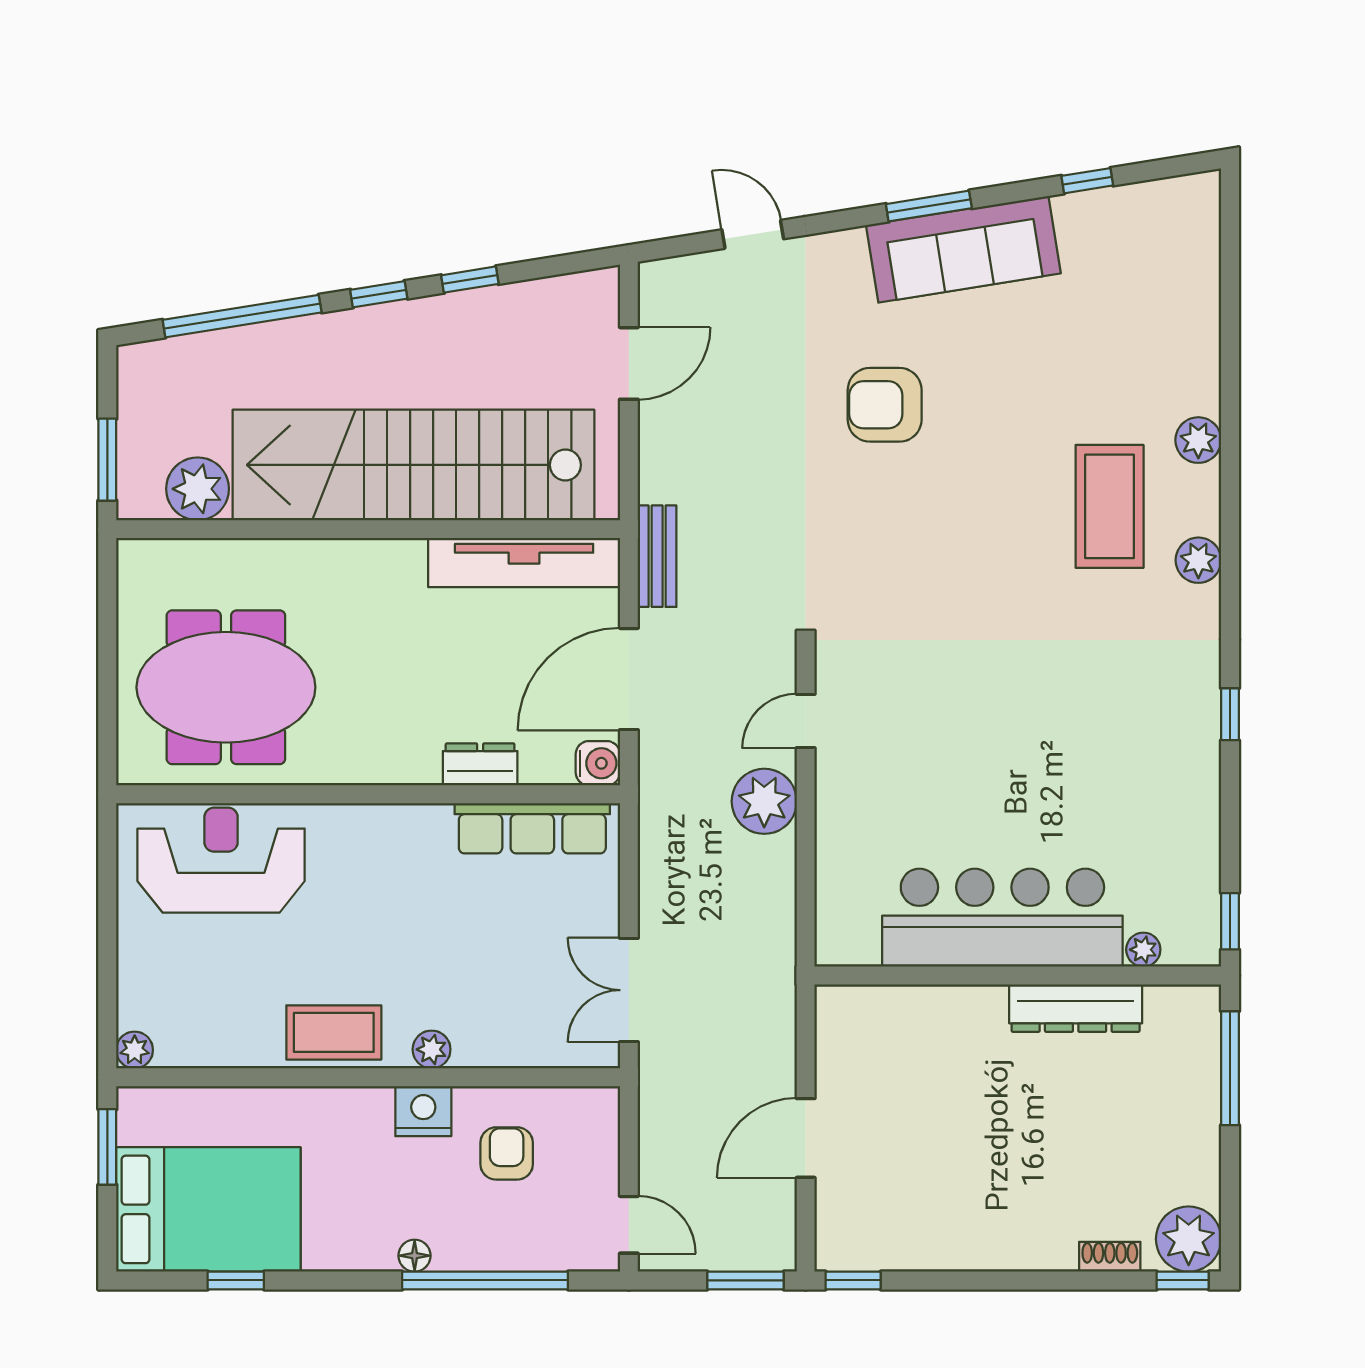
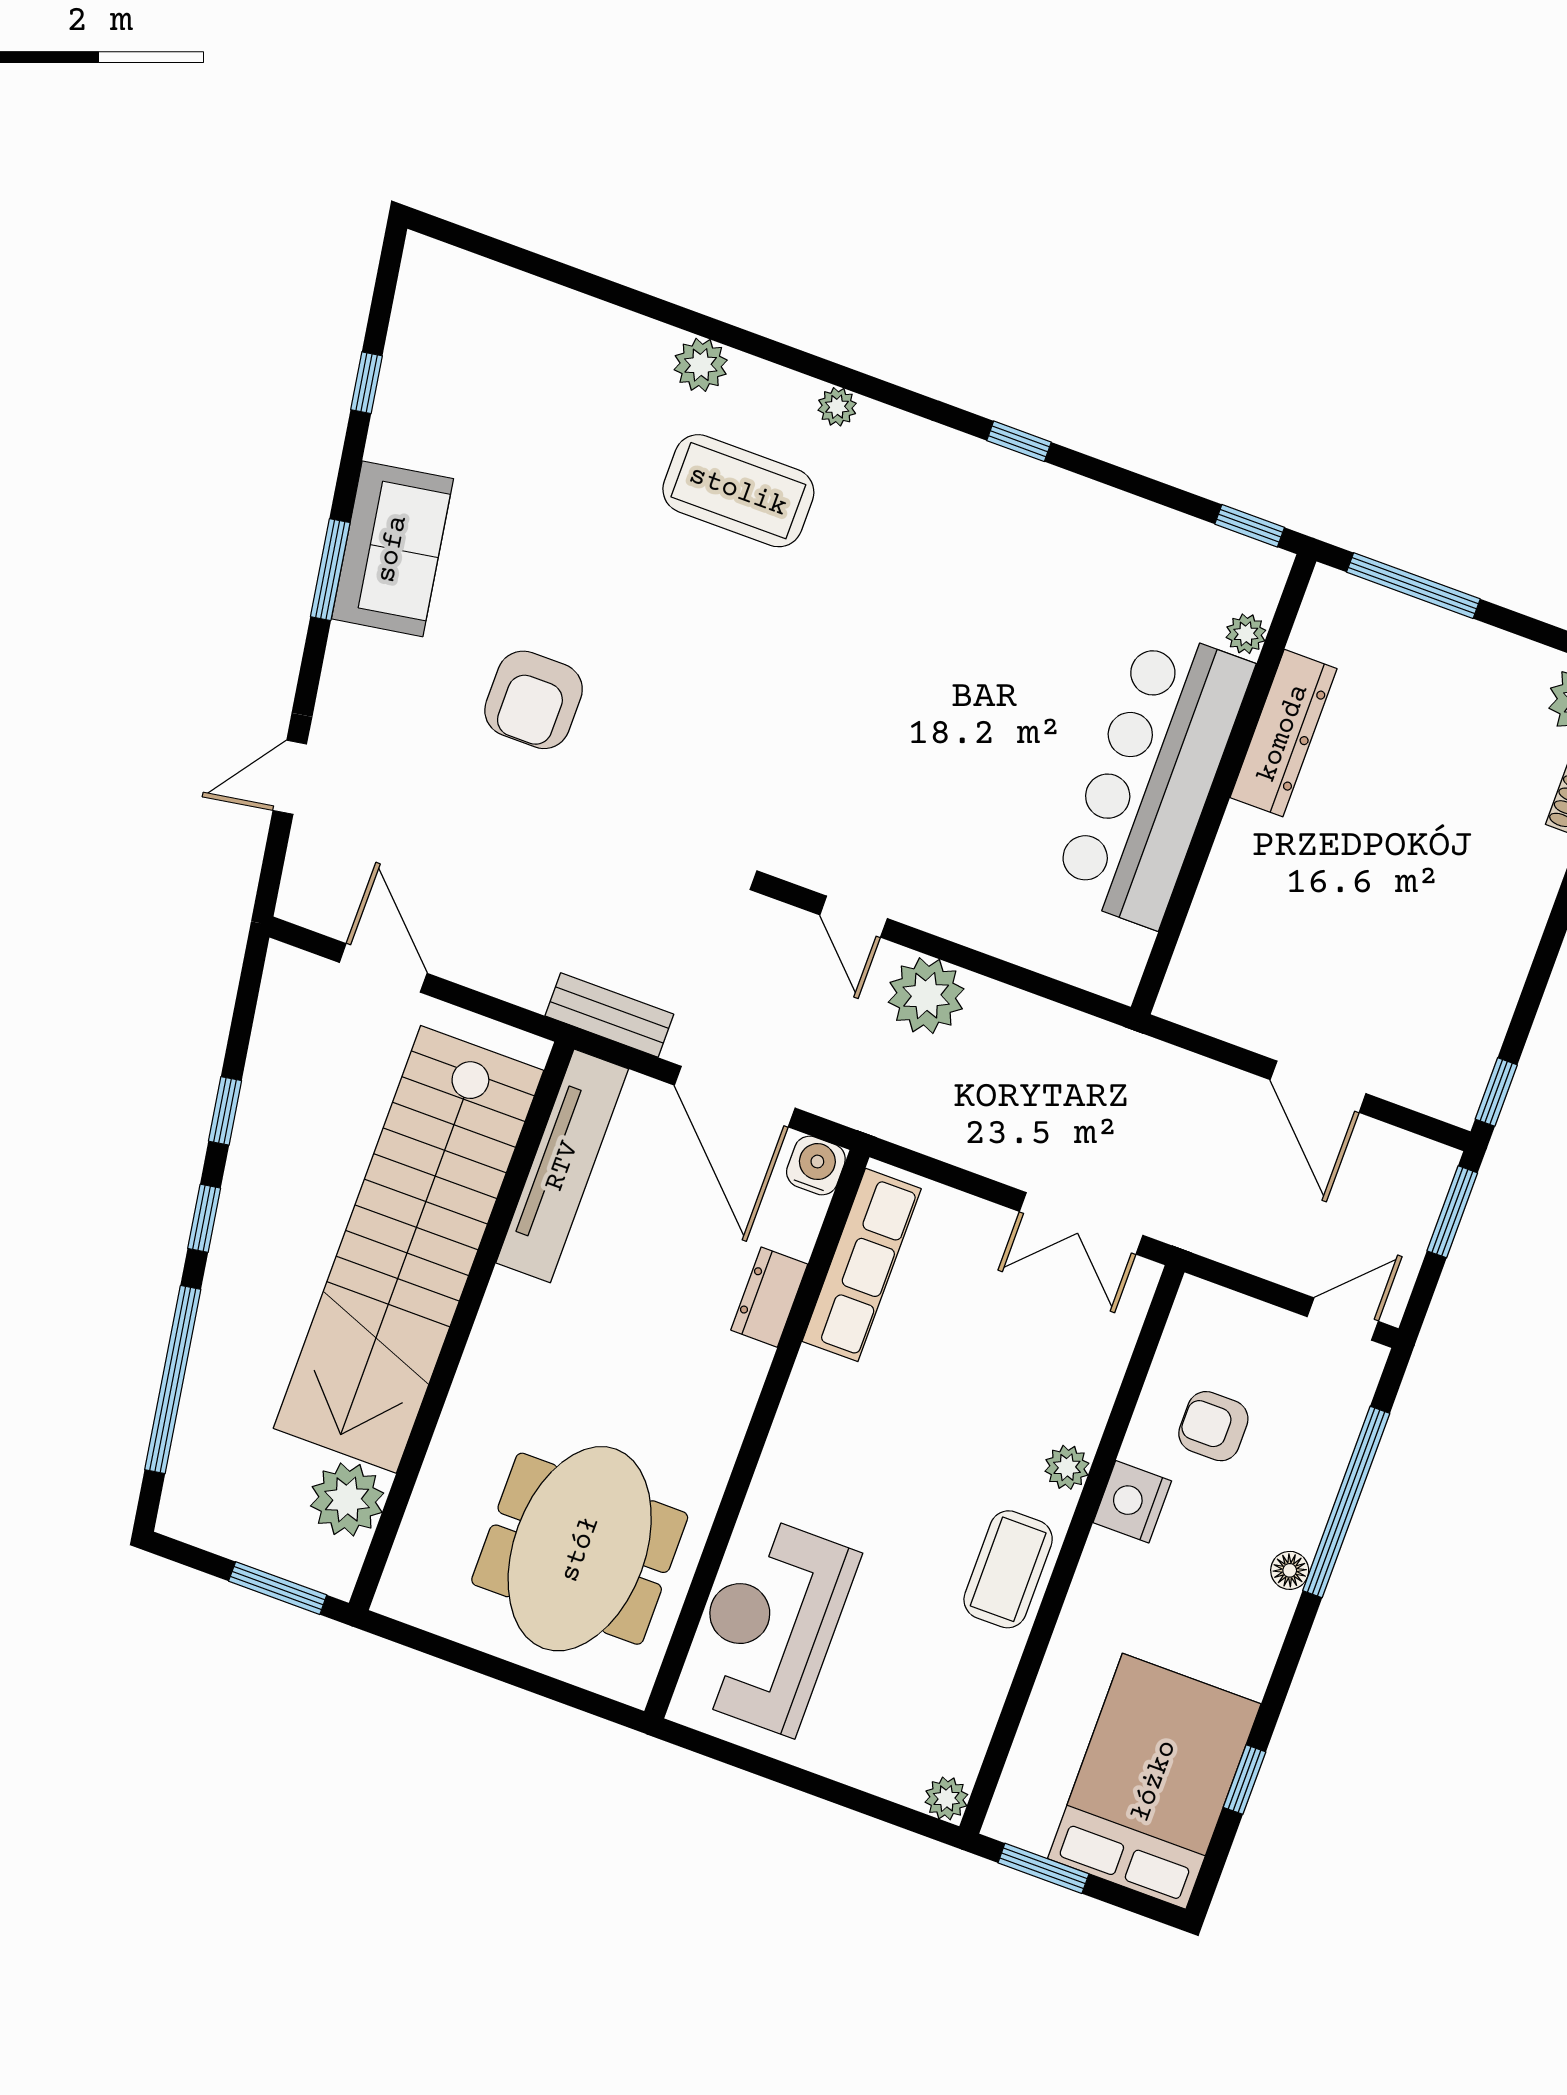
sofa: (963, 249) -> (392, 549), width x0.73
plant: (1198, 560) -> (837, 407), width x0.73, depth x0.73

